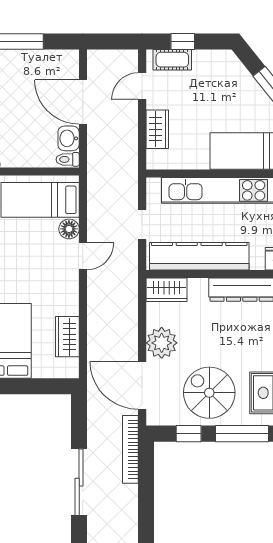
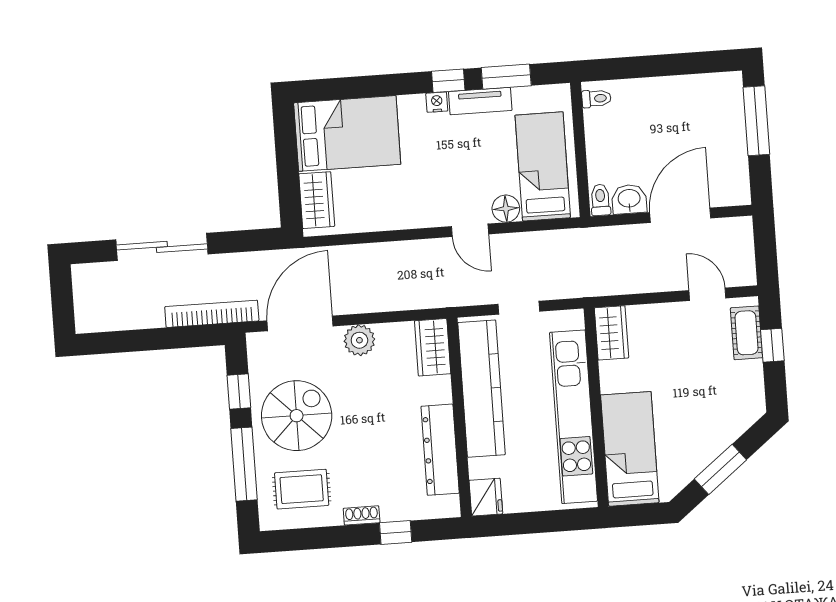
wardrobe: (157, 129) -> (611, 333), moved, turned -90
wardrobe: (67, 337) -> (317, 200), moved, turned 90
plant: (162, 343) -> (359, 340), width x0.73, depth x0.73

